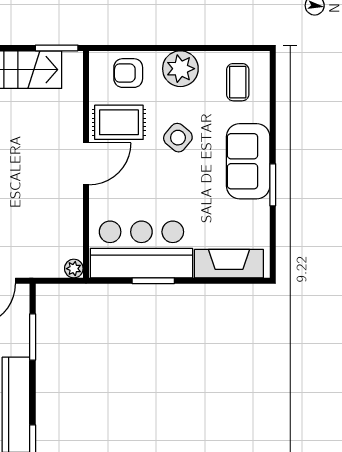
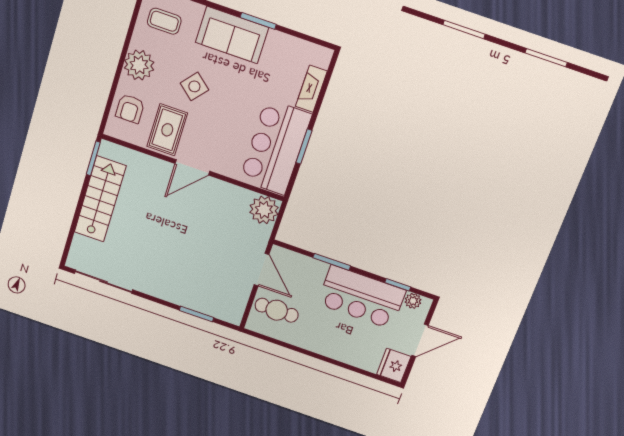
door: (86, 164) -> (192, 167), swing flipped
fireplace: (229, 264) -> (311, 89), width x0.73, depth x0.76
plant: (74, 269) -> (264, 210), width x1.88, depth x1.88
window: (33, 337) -> (332, 262), moved

